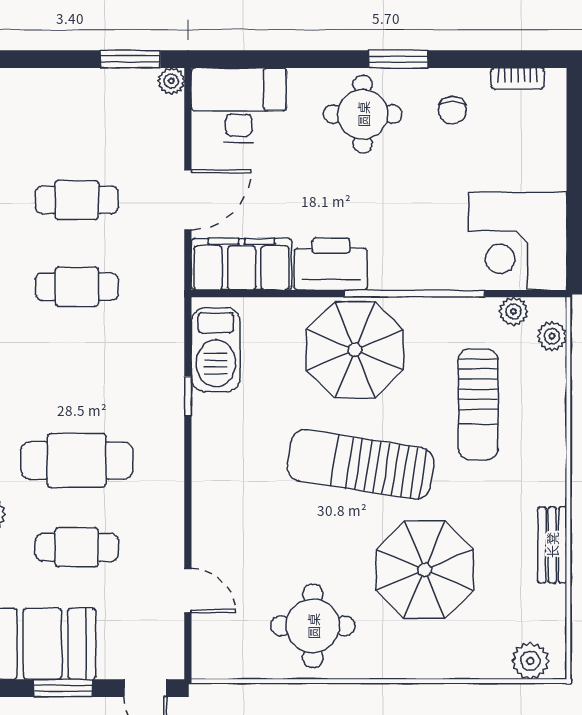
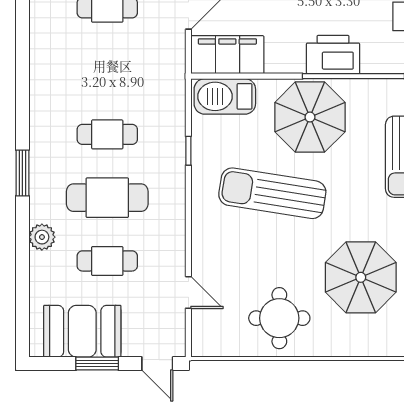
printer: (331, 264) -> (333, 55), moved
cafe table: (77, 287) -> (107, 134), moved
barbecue: (216, 350) -> (225, 96), moved, turned 90
sun lounger: (361, 464) -> (272, 193), moved

